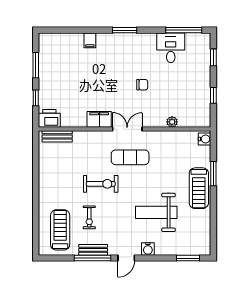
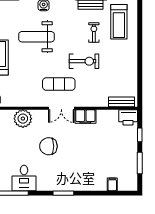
filing cabinet: (90, 40) -> (112, 184), moved
chair: (142, 85) -> (48, 146), width x1.87, depth x1.87
plant: (172, 122) -> (23, 119), width x1.88, depth x1.88
exercise bike: (101, 184) -> (84, 61), turned 180
weight bench: (156, 212) -> (36, 37), turned 180

